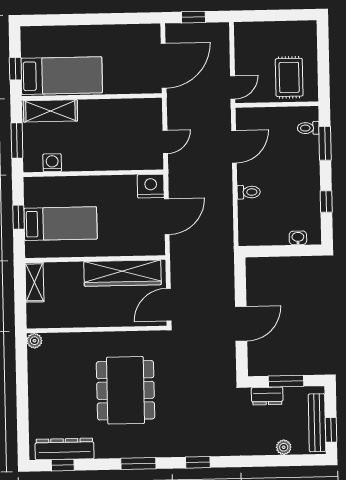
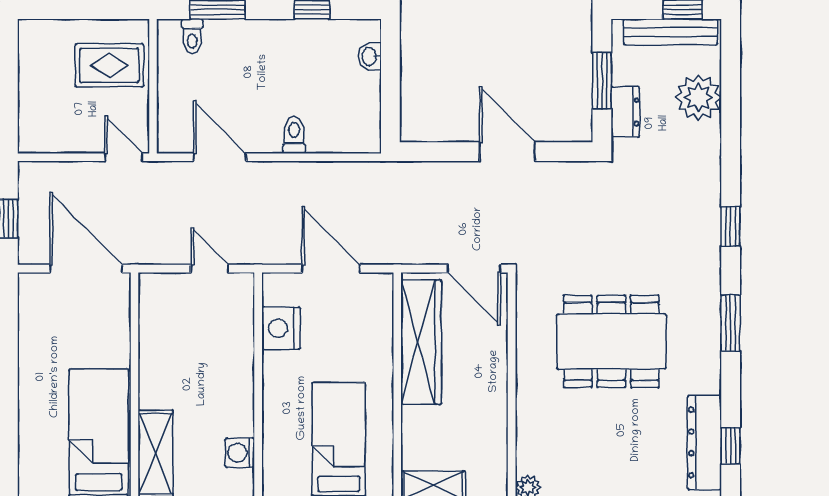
nightstand: (151, 186) -> (281, 328), moved
plant: (284, 447) -> (698, 98), width x1.88, depth x1.88

